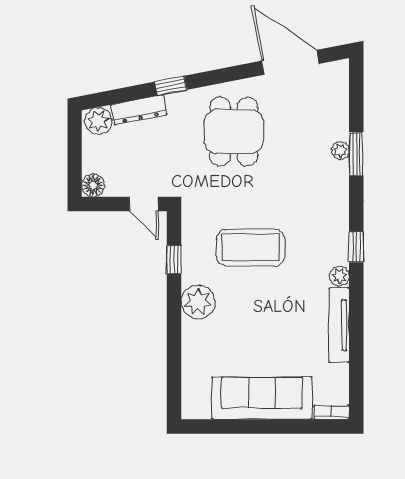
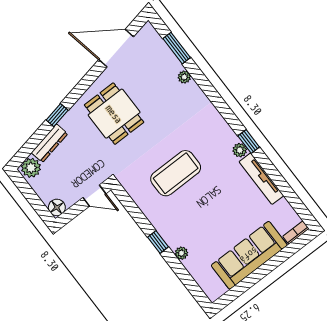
window: (356, 154) -> (177, 48), moved
window: (356, 247) -> (249, 142), moved
window: (174, 260) -> (158, 242), moved
plant: (198, 302) -> (181, 253), moved, width x0.53, depth x0.53

